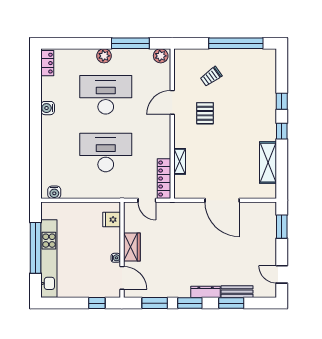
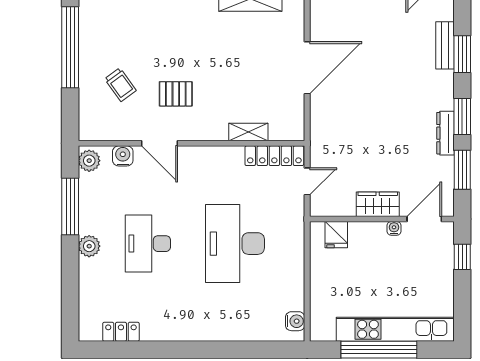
locker: (47, 63) -> (121, 332), moved
desk: (106, 95) -> (148, 244), width x0.73, depth x0.77
water cooler: (48, 108) -> (123, 156), moved, turned 180
dresser: (206, 292) -> (445, 133), moved

